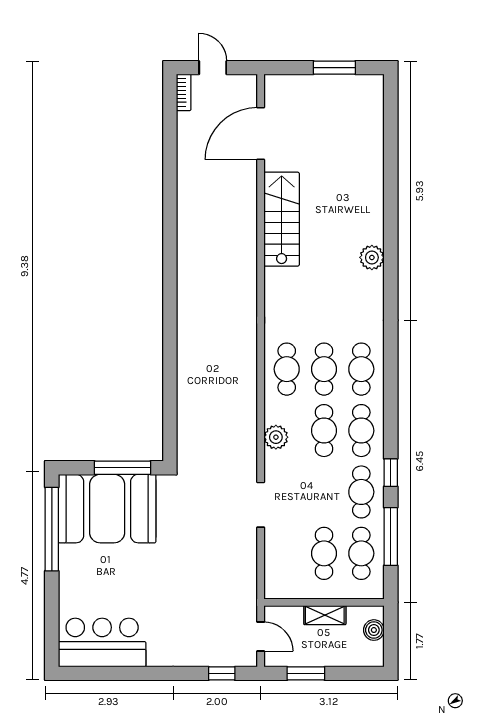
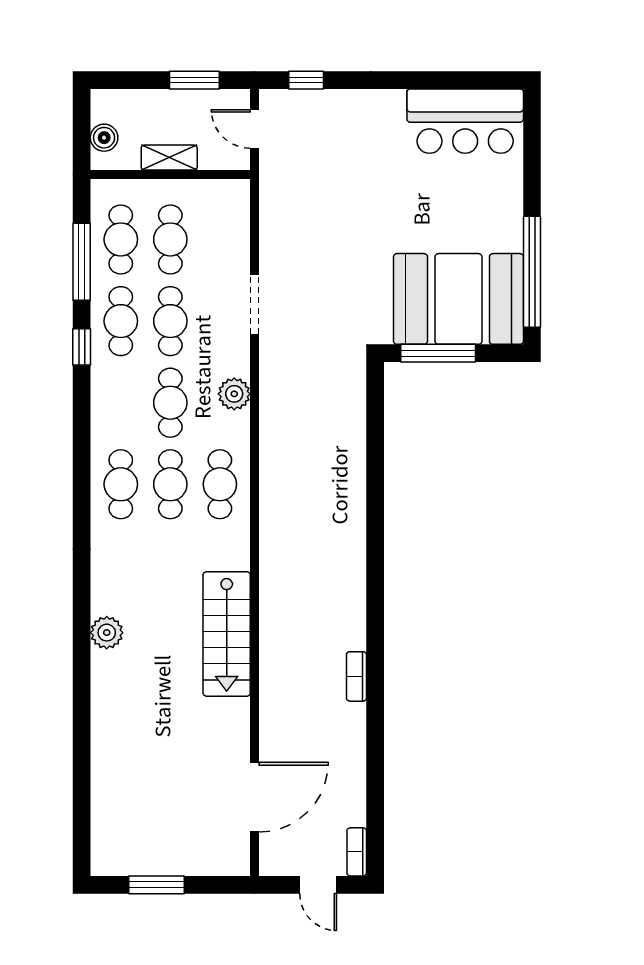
stairs: (282, 219) -> (227, 634), moved
bookcase: (184, 224) -> (356, 676), added
cafe table: (361, 431) -> (170, 321), moved

